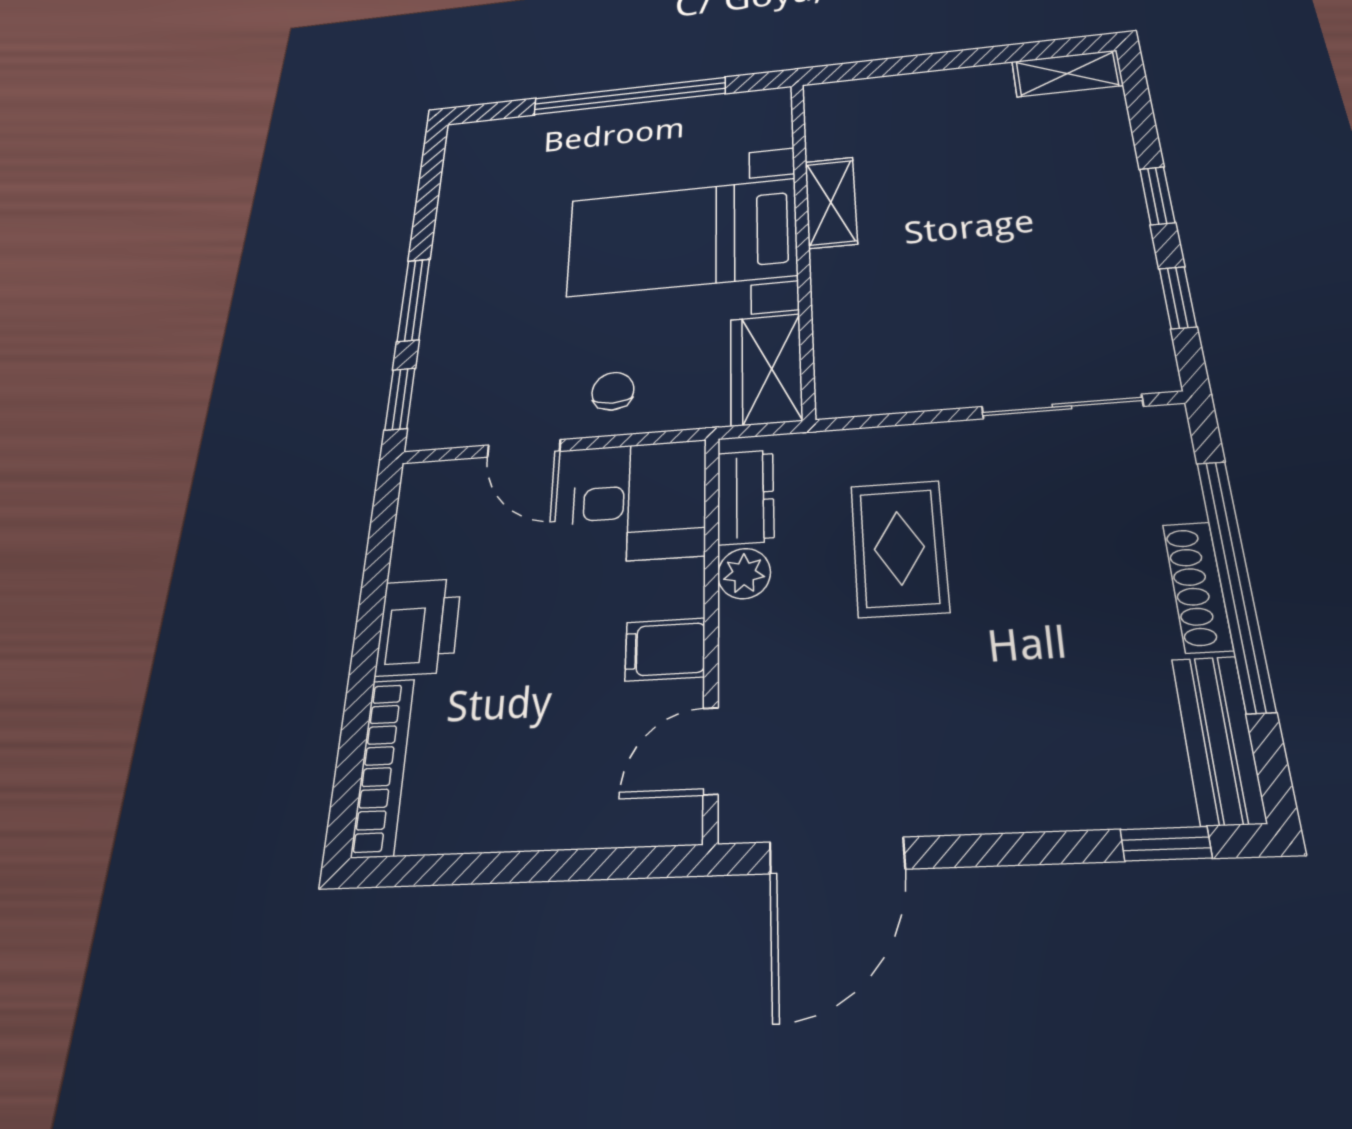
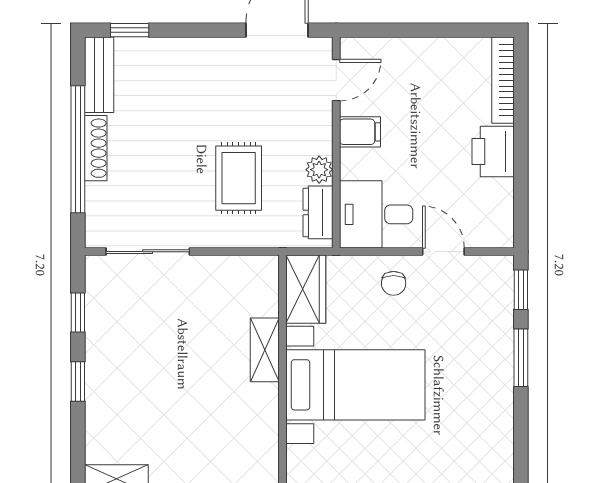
shelving: (831, 202) -> (265, 350), moved

